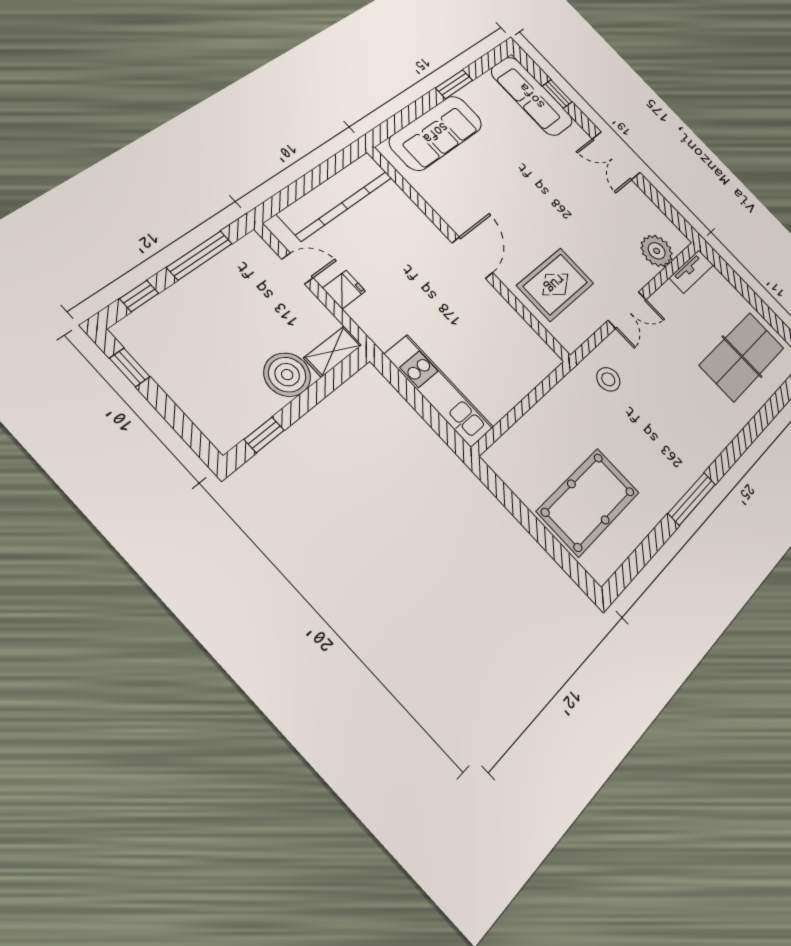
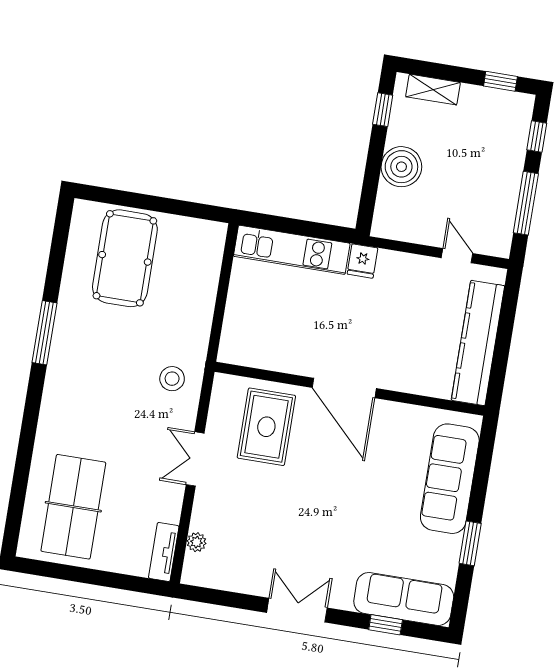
plant: (657, 251) -> (197, 542), width x0.53, depth x0.53
door: (472, 258) -> (344, 388), width x1.36
door: (297, 269) -> (457, 256), swing flipped
fridge: (344, 290) -> (362, 261), moved
shelving: (333, 351) -> (433, 90), moved, turned 90

